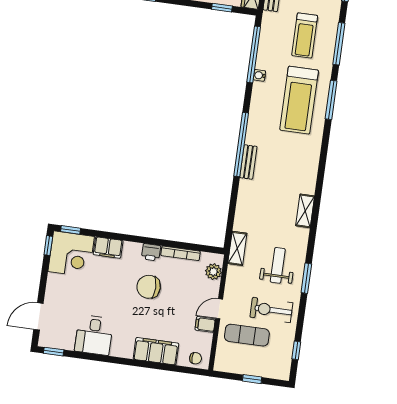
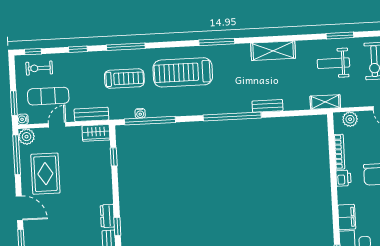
water cooler: (259, 75) -> (140, 113), moved
treadmill: (299, 100) -> (183, 72), turned 180
window: (331, 100) -> (217, 42), moved
bench: (248, 162) -> (268, 106), moved
shelving: (305, 211) -> (273, 51), width x1.50, depth x1.33

